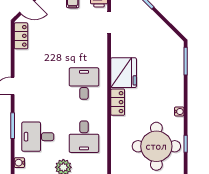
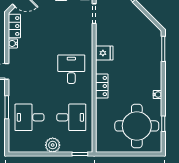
fridge: (124, 73) -> (104, 53), width x0.53, depth x0.75
desk: (84, 137) -> (71, 117), turned -90
water cooler: (19, 163) -> (13, 43), moved

